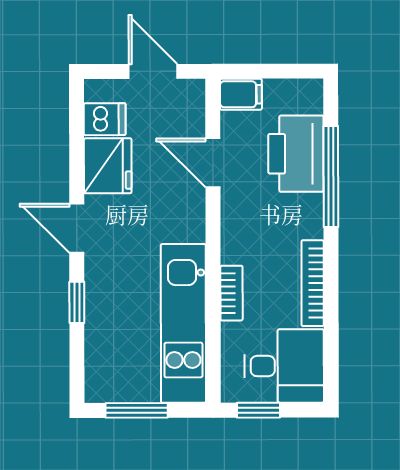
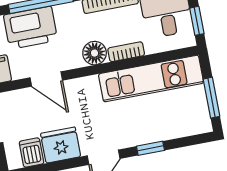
door: (213, 163) -> (46, 79), hinge flipped
floor lamp: (239, 244) -> (95, 53), added

